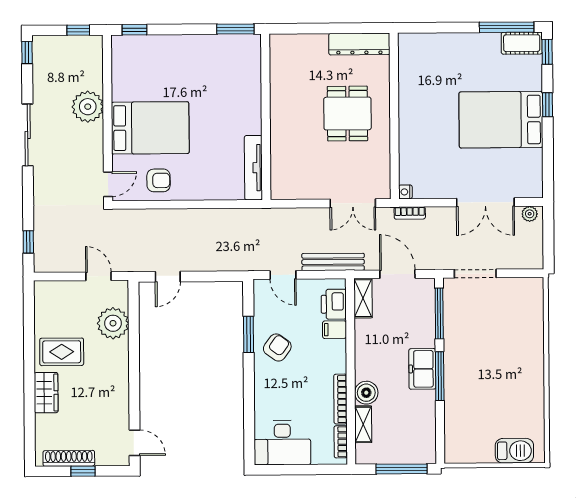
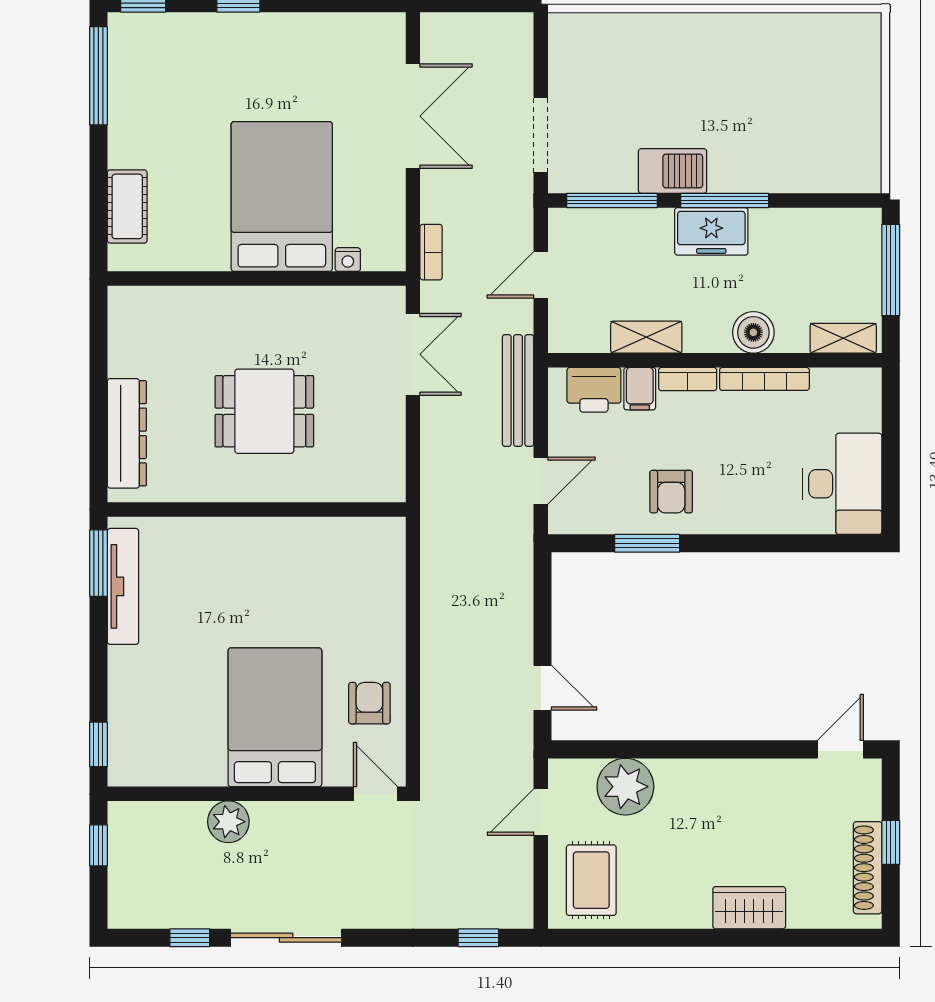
cot: (522, 43) -> (127, 206), moved
dresser: (359, 44) -> (127, 433), moved
window: (27, 53) -> (190, 938), moved
plant: (88, 107) -> (228, 822), width x0.73, depth x0.73
dining table: (347, 114) -> (264, 411), moved
bed: (501, 120) -> (282, 197), moved, turned 180
tv unit: (253, 168) -> (123, 586), moved, turned -90
nightstand: (405, 192) -> (348, 260), moved
plant: (530, 214) -> (434, 37), removed
door: (397, 274) -> (541, 275), width x0.73
shelving: (363, 298) -> (646, 337), moved
armchair: (277, 348) -> (671, 492), turned -126
rug: (62, 352) -> (591, 880), moved
shelving: (363, 424) -> (843, 338), moved
bookcase: (341, 442) -> (688, 379), moved
barbecue: (514, 451) -> (673, 171), moved, turned 90

